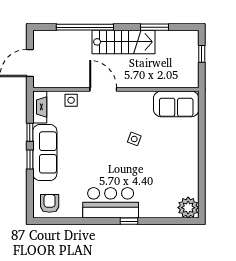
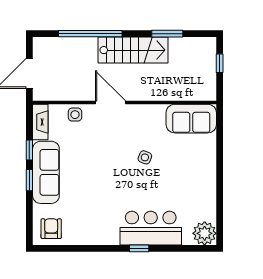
bar counter: (111, 203) -> (151, 228), moved

